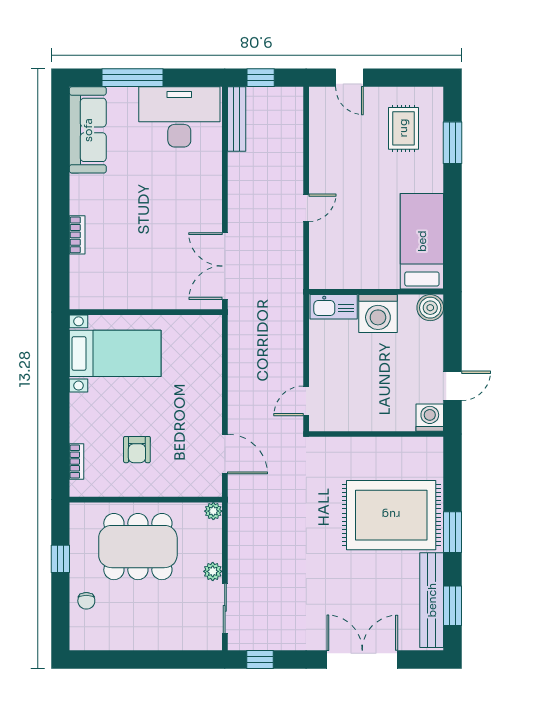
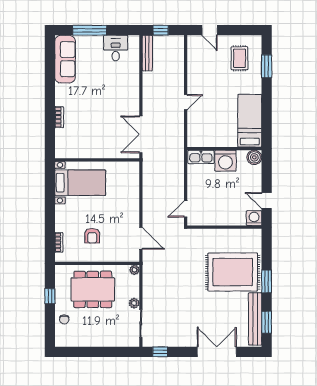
desk: (179, 117) -> (116, 48), width x0.53, depth x0.77
door: (452, 386) -> (267, 201), swing flipped

